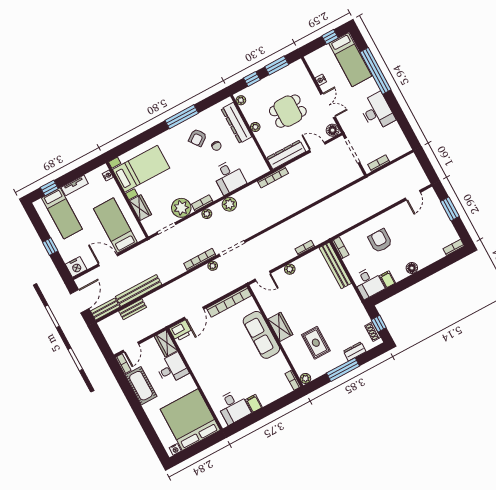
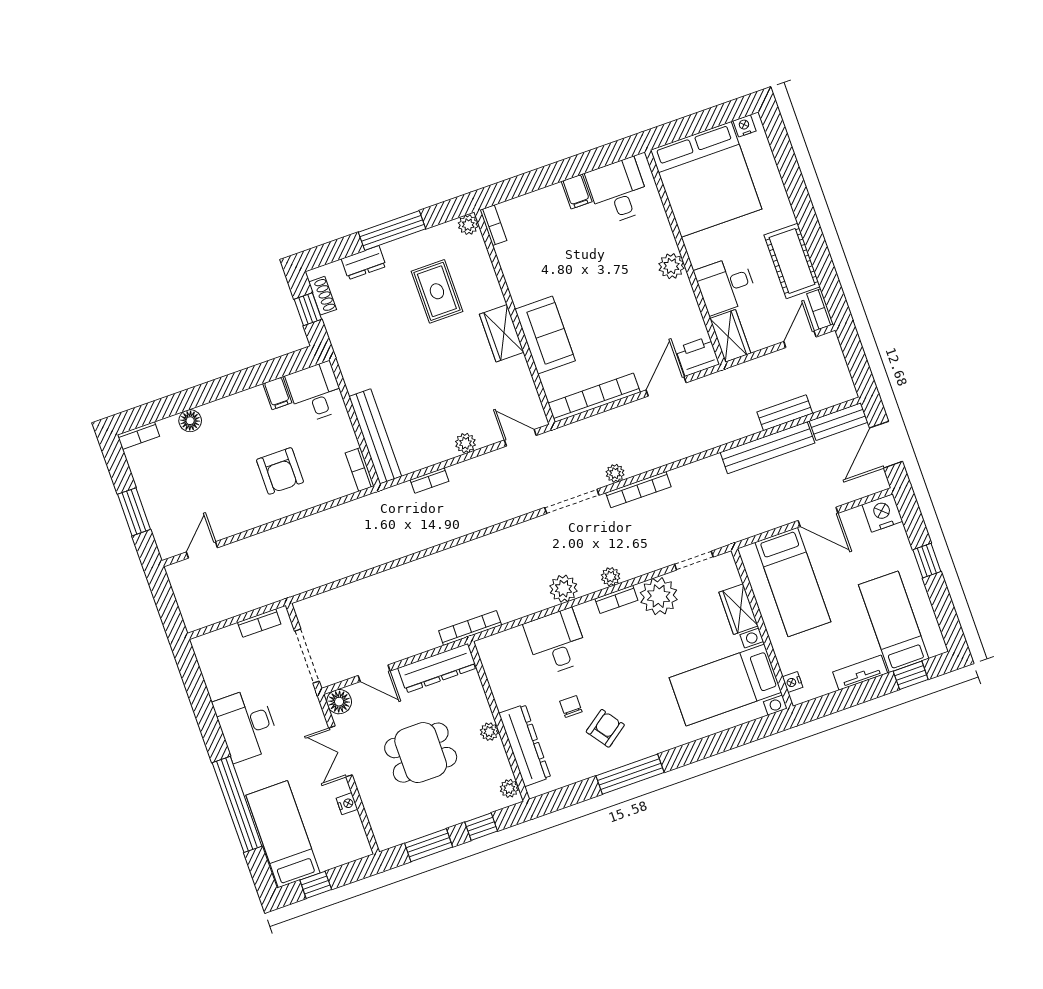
floor lamp: (412, 268) -> (190, 421), moved
sofa: (261, 335) -> (545, 335), width x0.73
plant: (201, 374) -> (671, 266), added

